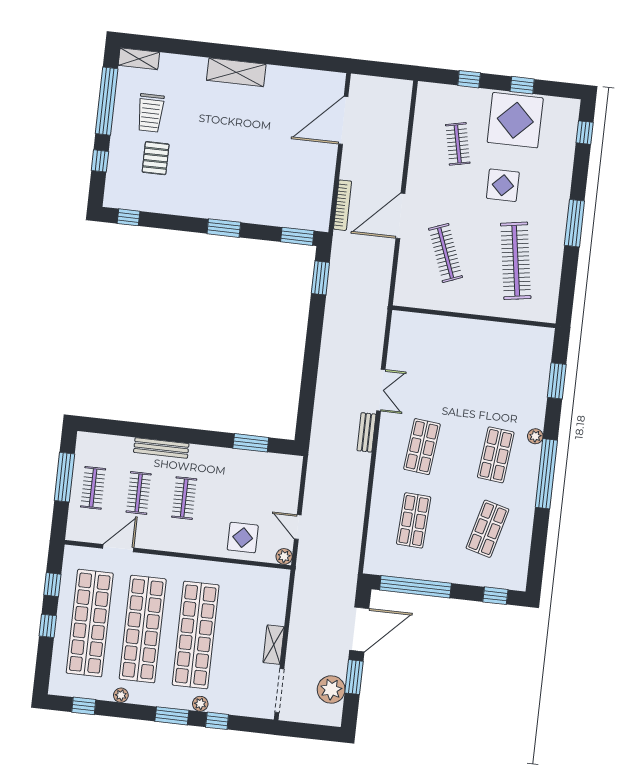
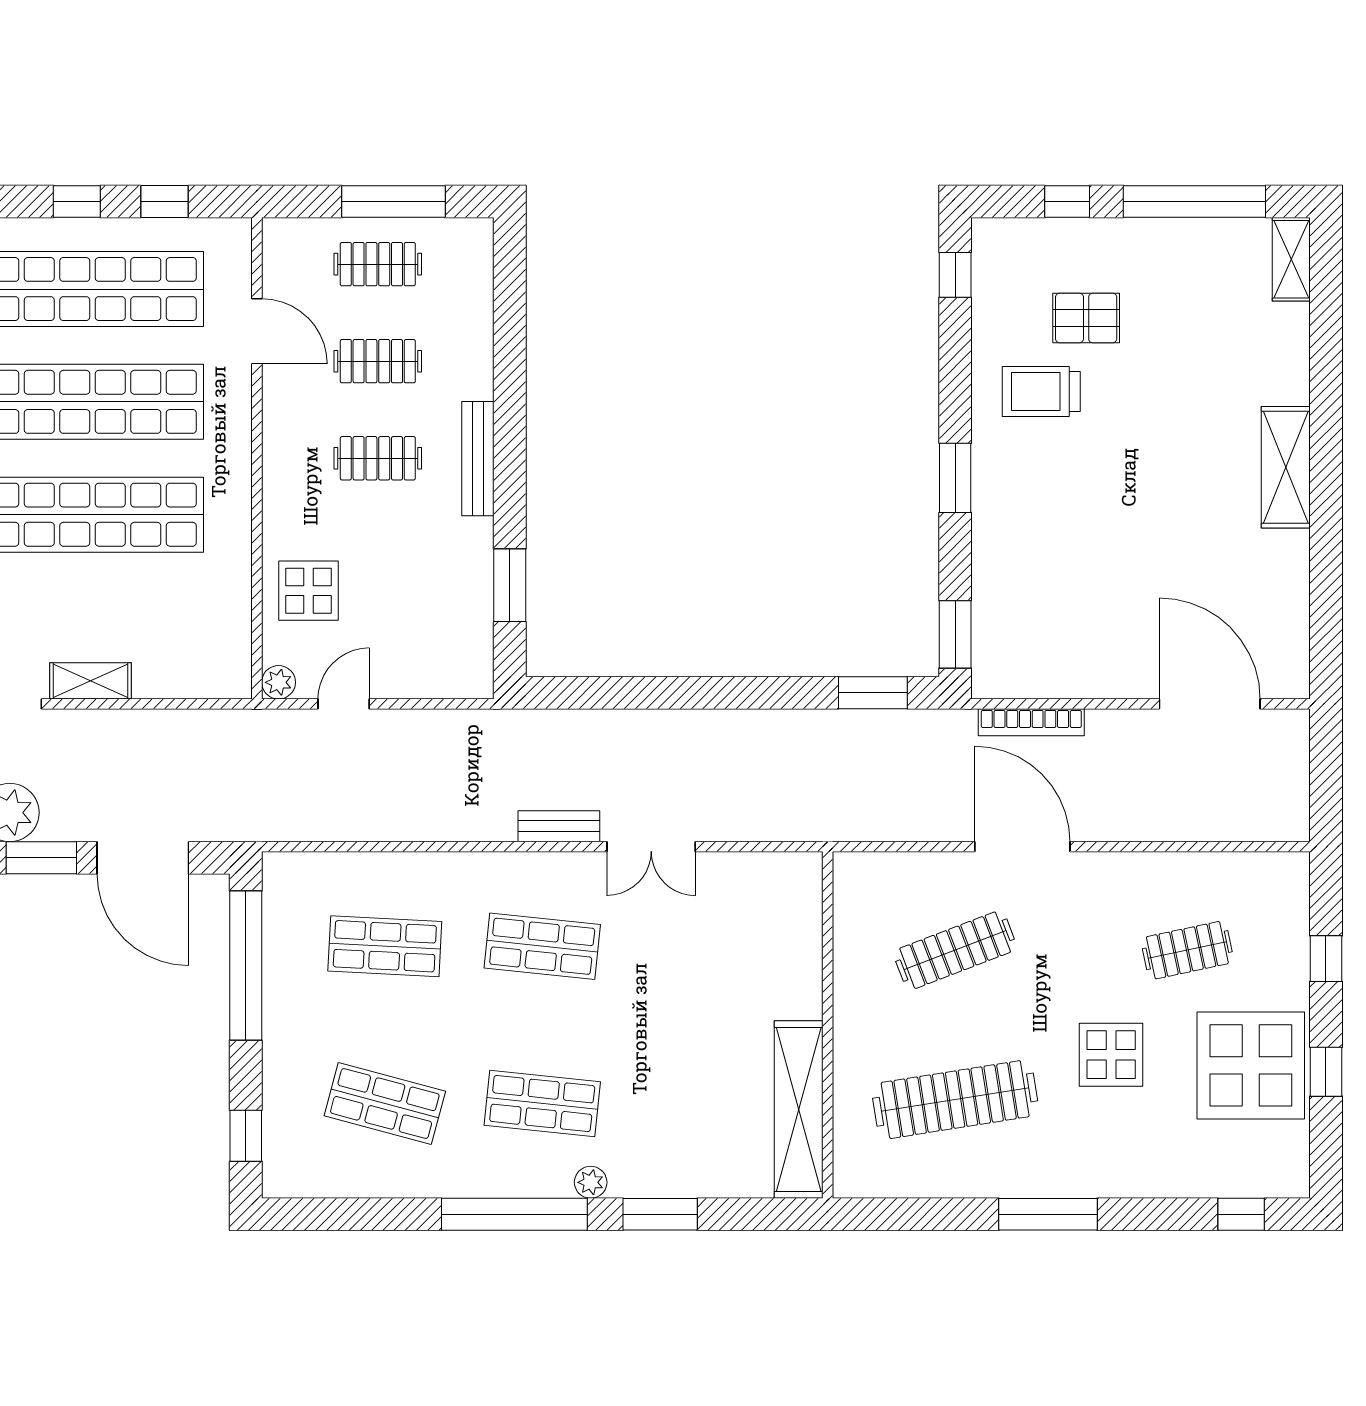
trolley: (150, 113) -> (1041, 392), moved
shelving: (512, 335) -> (799, 1110), added
window: (557, 381) -> (660, 1214), moved
bench: (161, 448) -> (478, 459), moved

